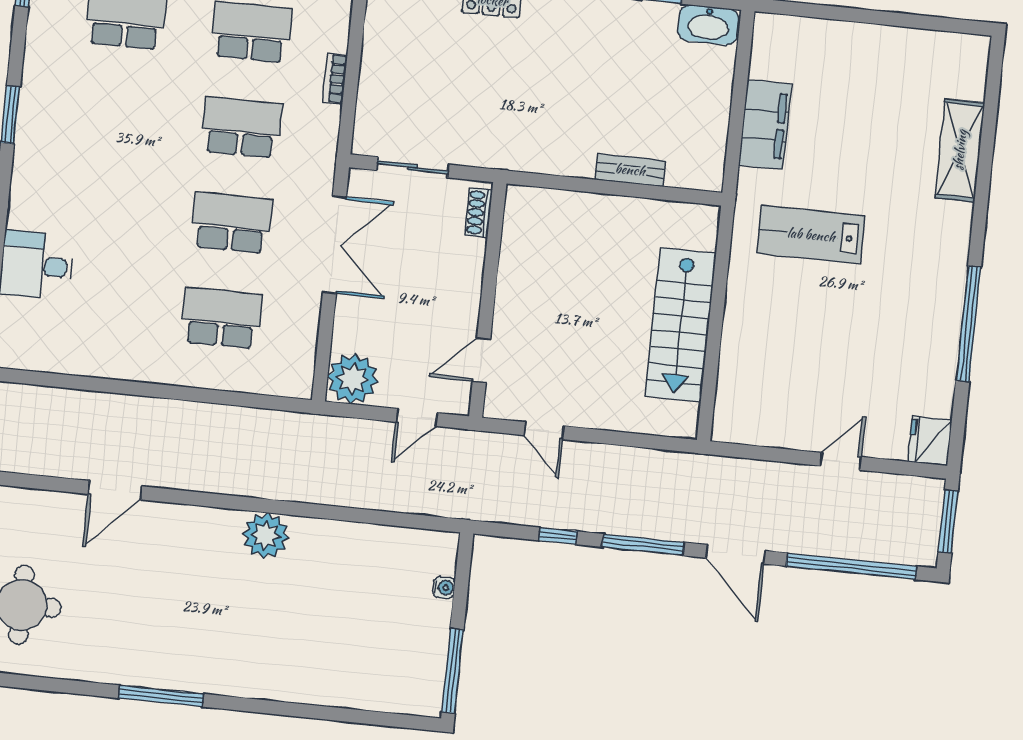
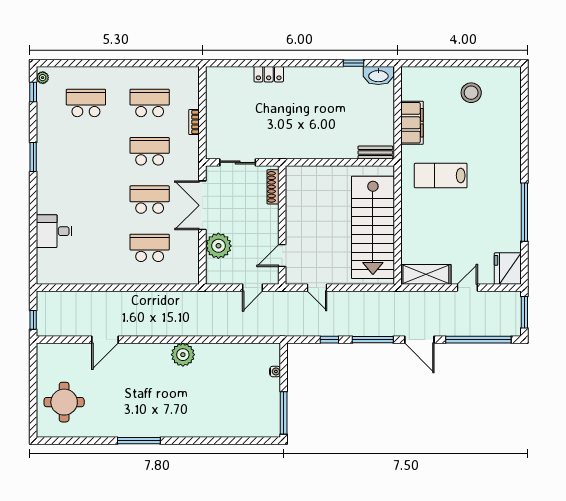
stool: (888, 77) -> (471, 93), added
shelving: (960, 150) -> (426, 274), moved, turned 90
bench: (630, 170) -> (375, 153), moved
shoe rack: (479, 213) -> (273, 187), width x1.43
double door: (334, 245) -> (202, 205), swing flipped
stairs: (681, 325) -> (373, 227), width x1.36, depth x1.51
plant: (353, 379) -> (218, 246), moved
fridge: (930, 441) -> (508, 269), width x1.36, depth x1.34

